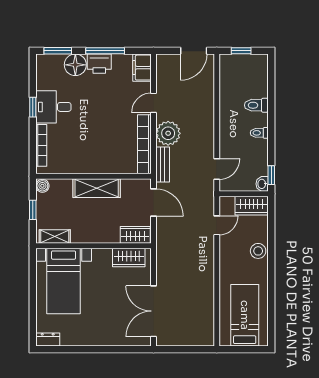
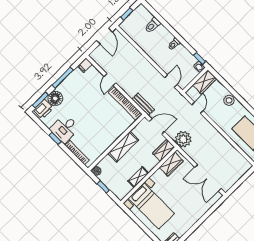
printer: (99, 64) -> (43, 109), moved
filing cabinet: (142, 68) -> (85, 65), width x0.50
toilet: (256, 105) -> (152, 25), moved
plant: (168, 133) -> (183, 139), moved
shelving: (55, 237) -> (138, 177), moved

